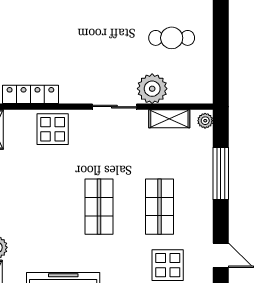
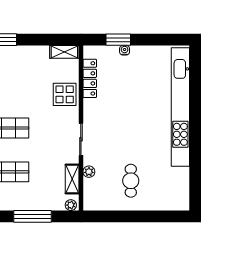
plant: (152, 89) -> (89, 172), width x0.53, depth x0.53

